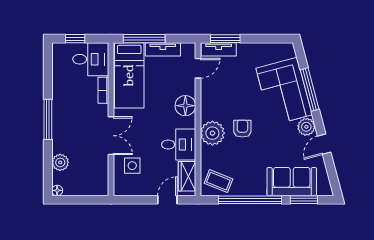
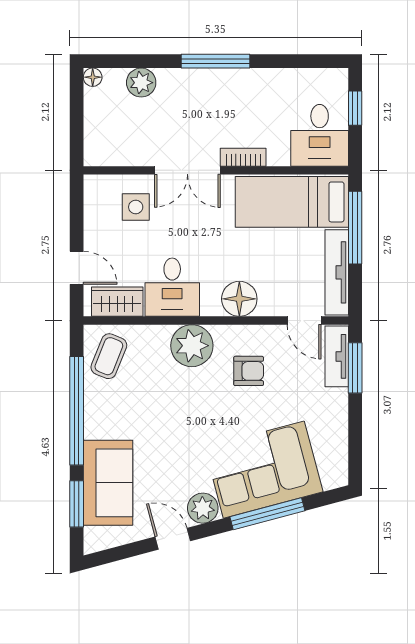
tv unit: (163, 49) -> (337, 272), width x1.41
bookcase: (103, 90) -> (243, 157), moved
armchair: (242, 129) -> (249, 371), moved

